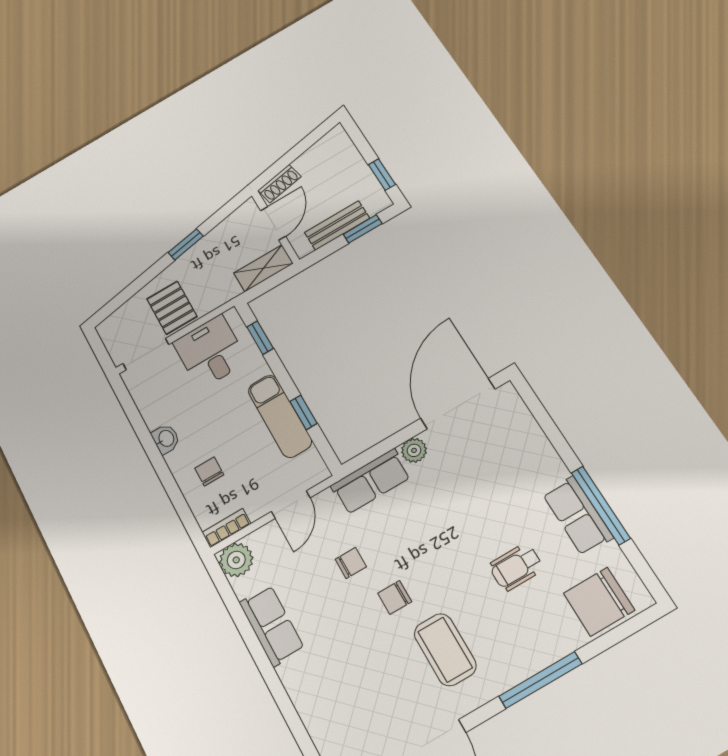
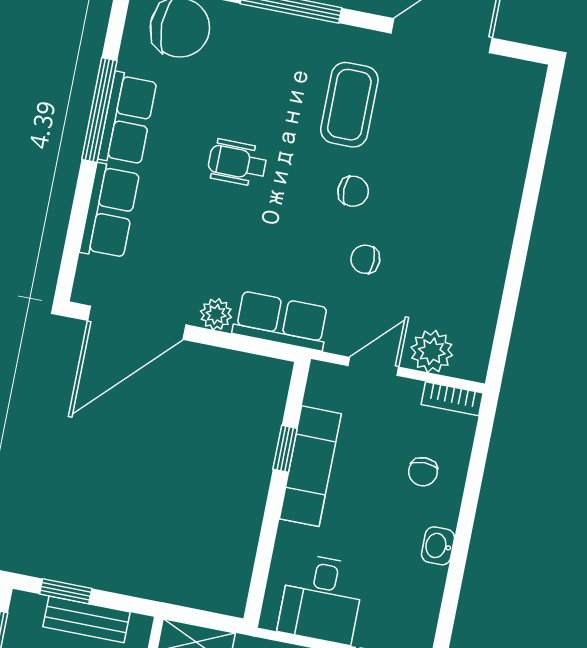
window: (260, 338) -> (262, 568), removed
plant: (236, 560) -> (432, 351), moved
wheelchair: (516, 567) -> (237, 163), moved, turned 180
row of seats: (272, 626) -> (110, 211), moved, turned 180

